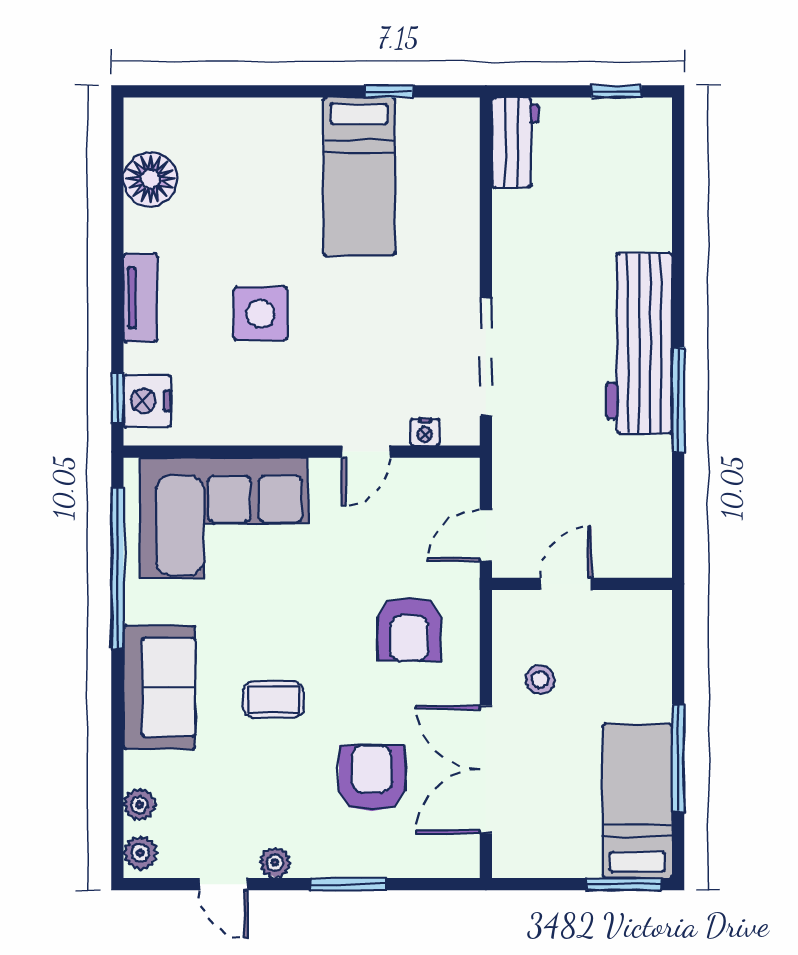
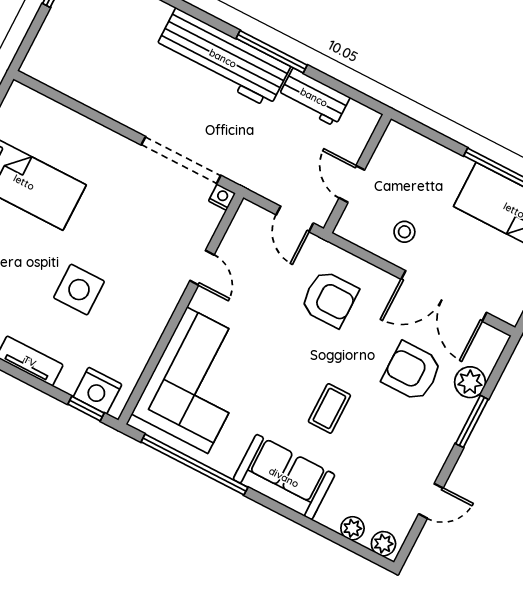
workbench: (515, 142) -> (314, 97), moved, turned 180
nightstand: (425, 432) -> (222, 197), moved, turned -90
plant: (275, 863) -> (470, 382), moved, width x1.38, depth x1.38

